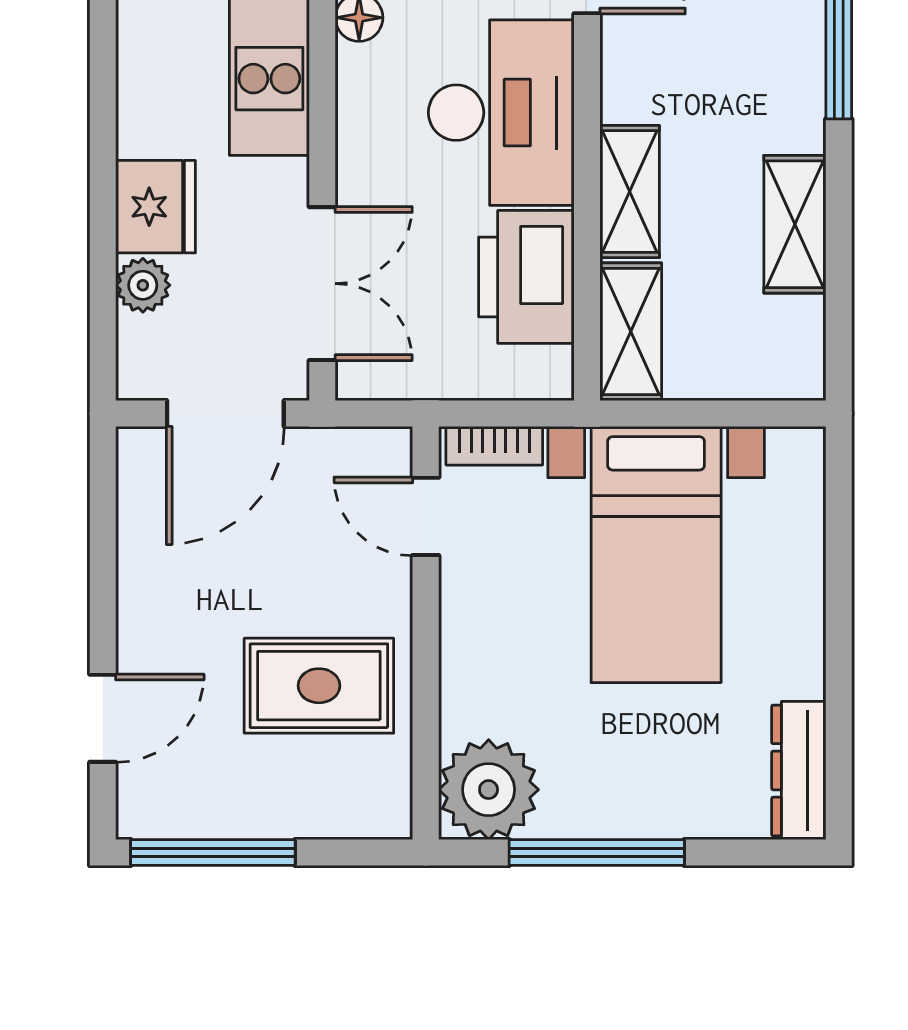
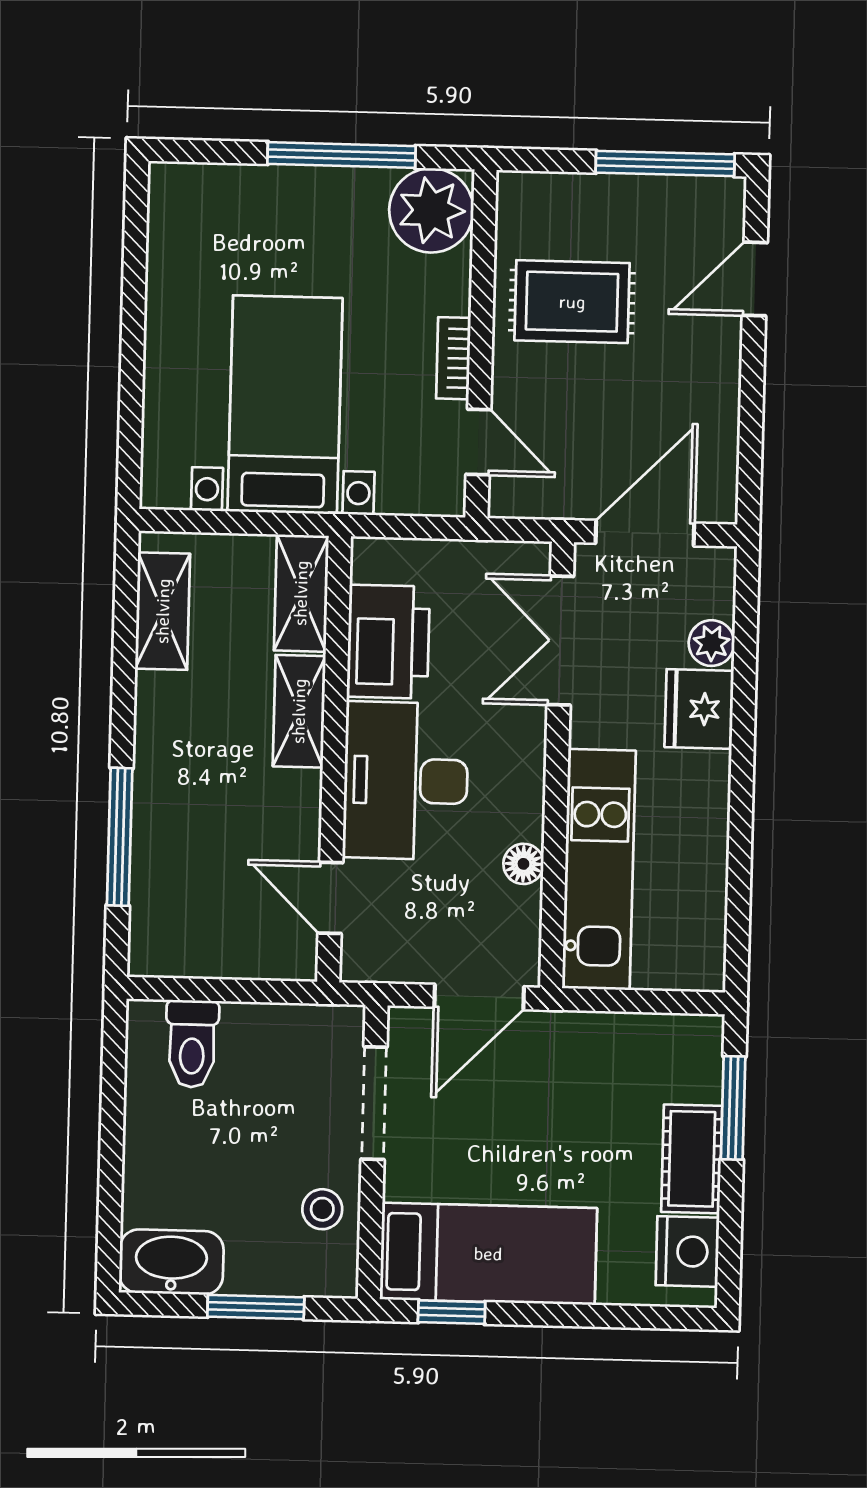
shelving: (795, 224) -> (163, 611), moved
bookcase: (494, 446) -> (453, 358), moved, turned -90
dresser: (799, 770) -> (169, 220), removed

